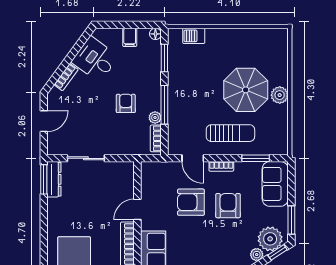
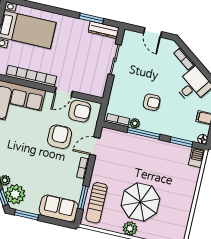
barbecue: (194, 36) -> (197, 158), moved
sun lounger: (230, 133) -> (97, 203), moved
window: (44, 179) -> (91, 18), moved
armchair: (228, 206) -> (80, 111), moved
door: (137, 209) -> (64, 92), swing flipped

